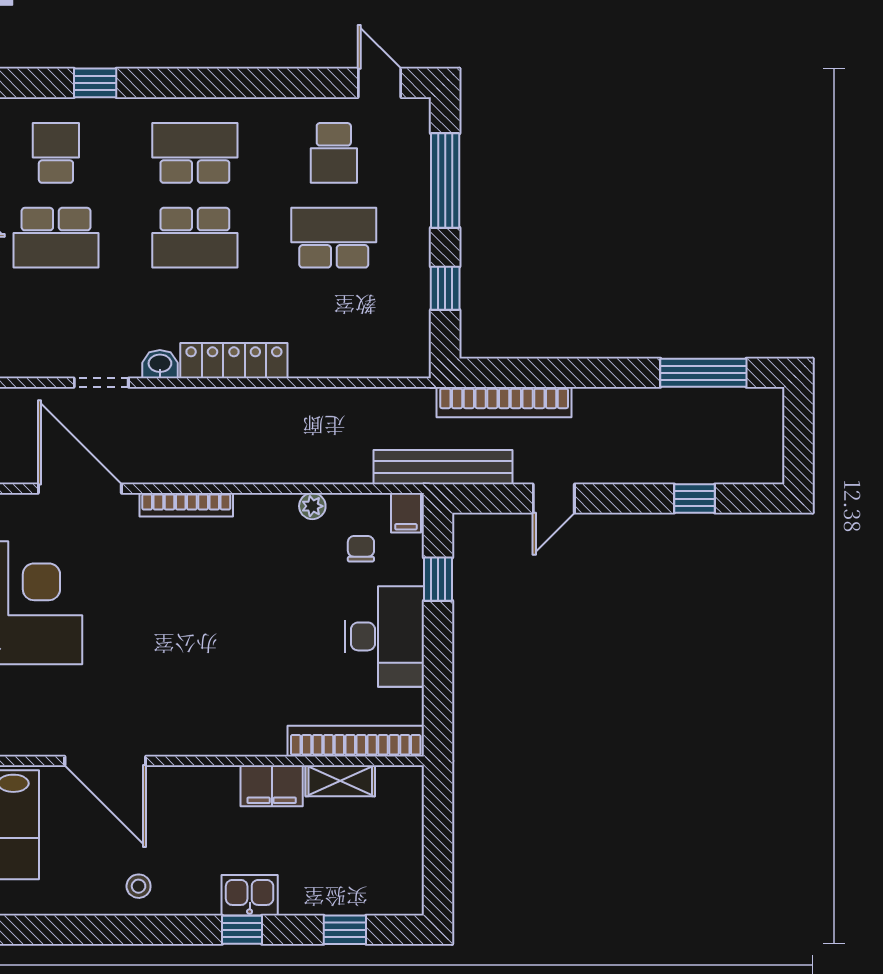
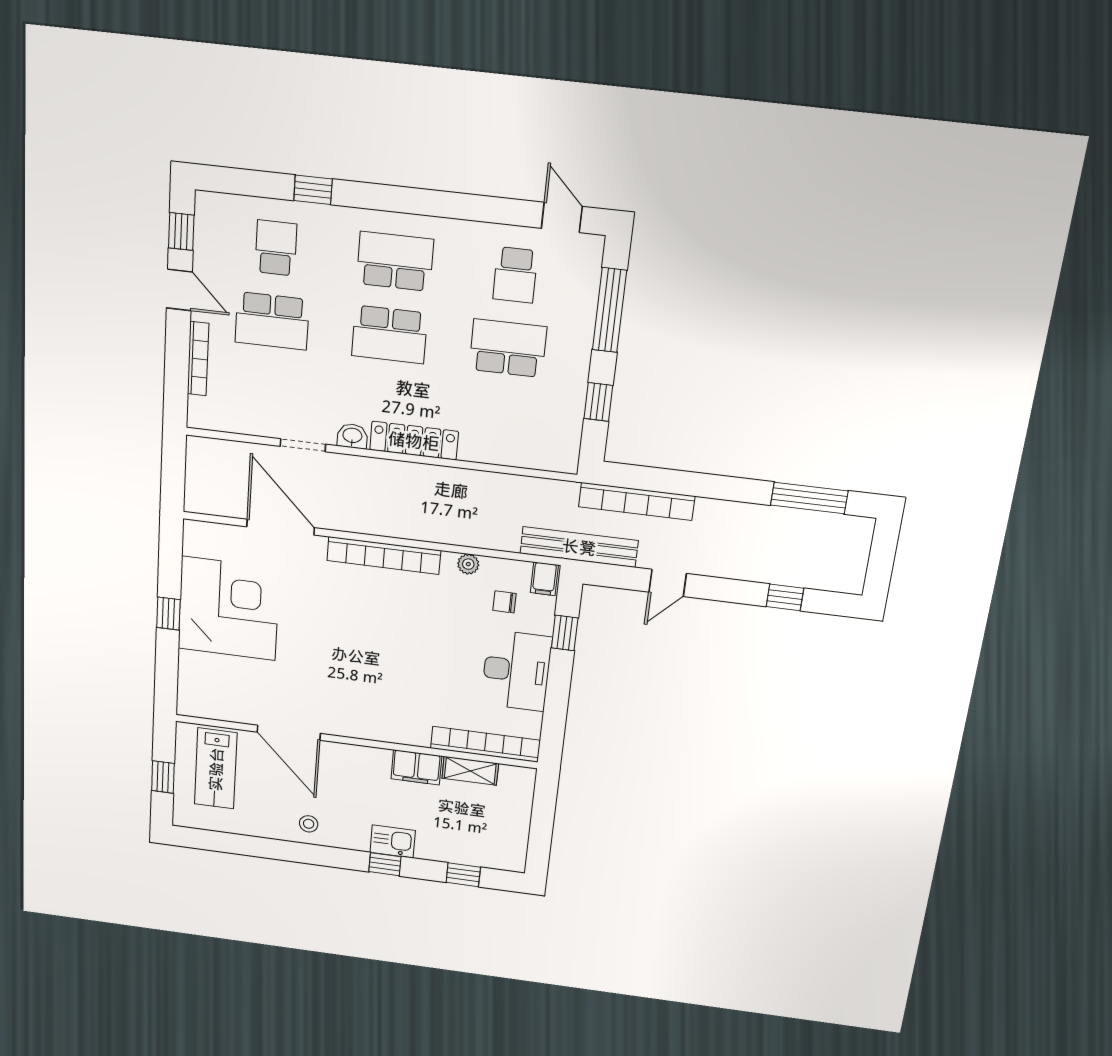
bookcase: (186, 505) -> (384, 556), width x1.48, depth x1.31
chair: (361, 549) -> (505, 602), turned -90

